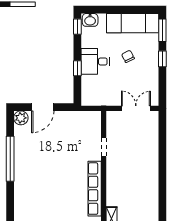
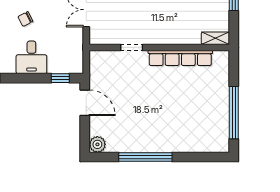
window: (77, 68) -> (60, 78), moved
door: (43, 107) -> (85, 103), moved

